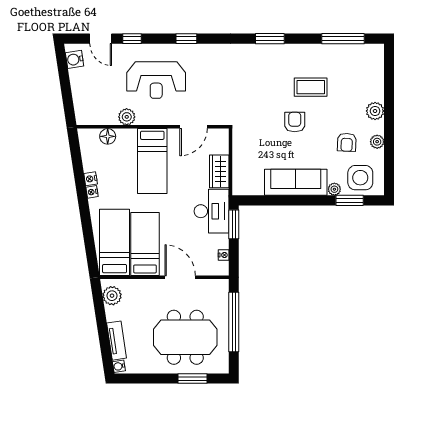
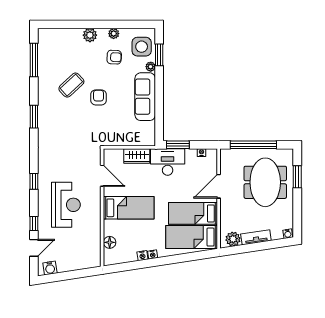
coffee table: (311, 87) -> (71, 85), turned 47
plant: (127, 117) -> (94, 228), removed
armchair: (295, 122) -> (99, 97), turned 90
tv unit: (117, 341) -> (256, 237), moved

